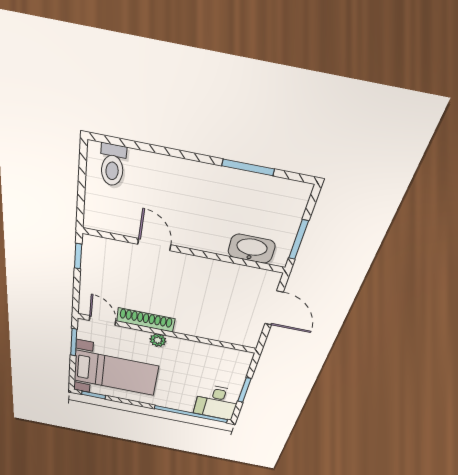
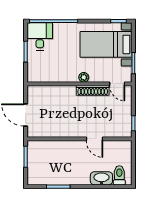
washbasin: (251, 249) -> (101, 178), moved, turned 180

